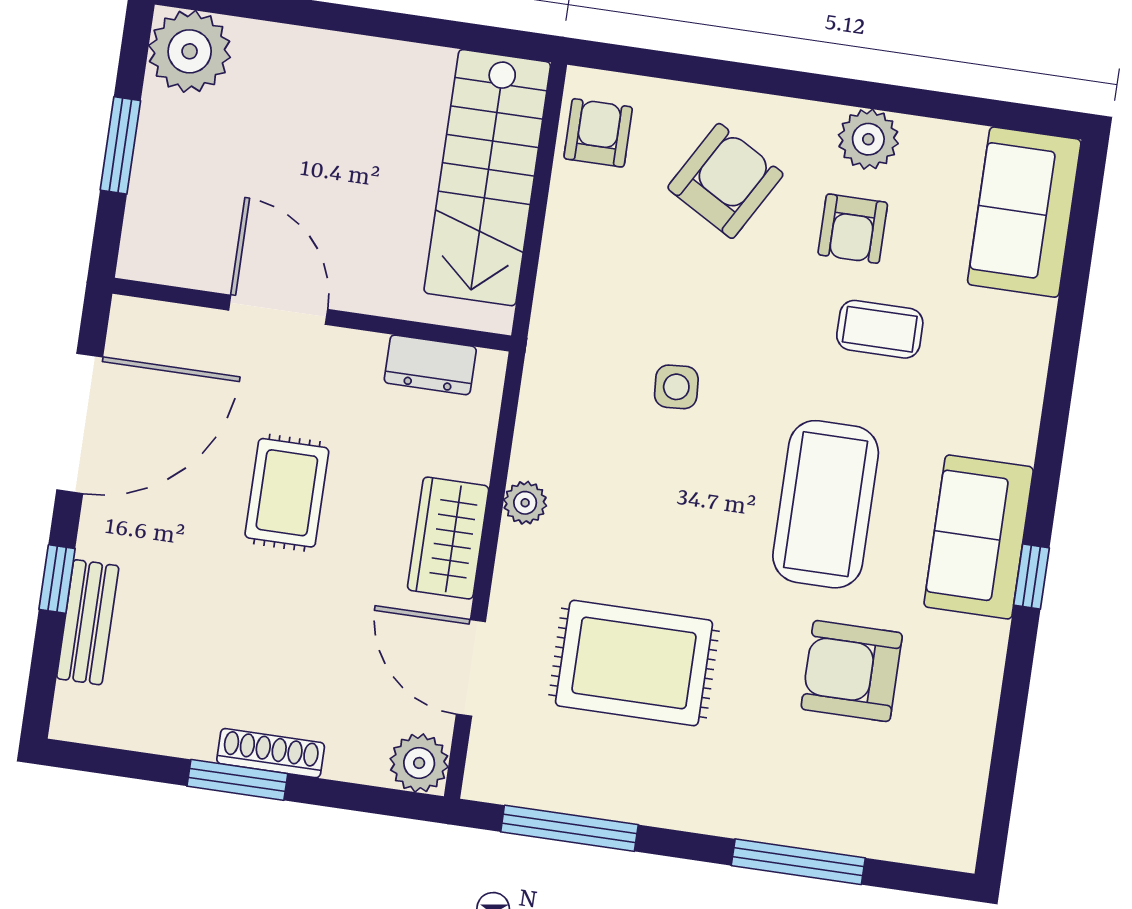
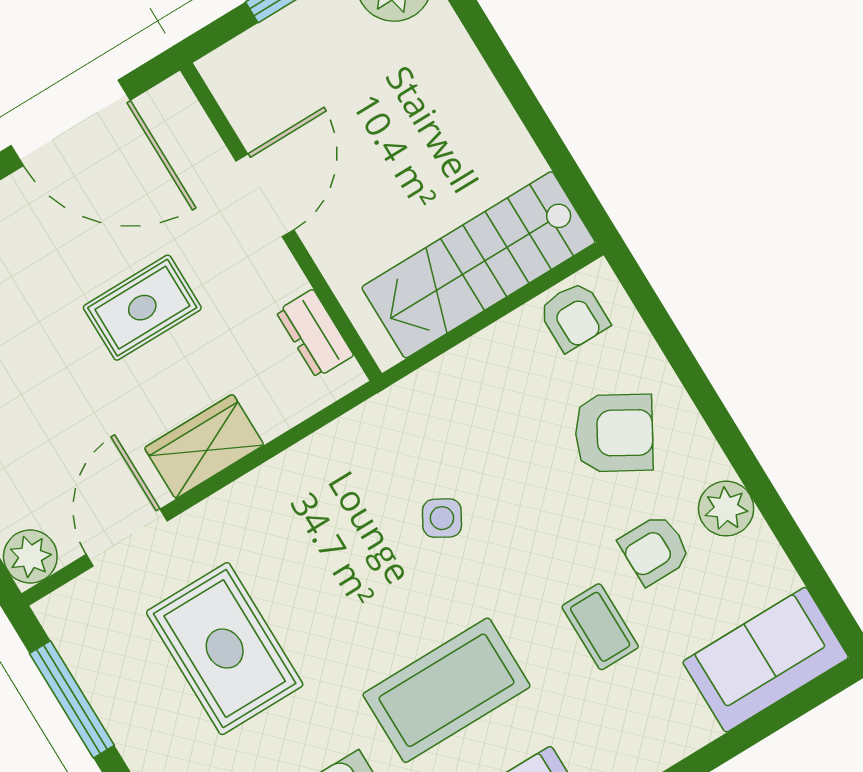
armchair: (598, 133) -> (574, 316), turned 90
side table: (676, 387) -> (442, 518), turned 34
plant: (525, 503) -> (273, 480), removed

